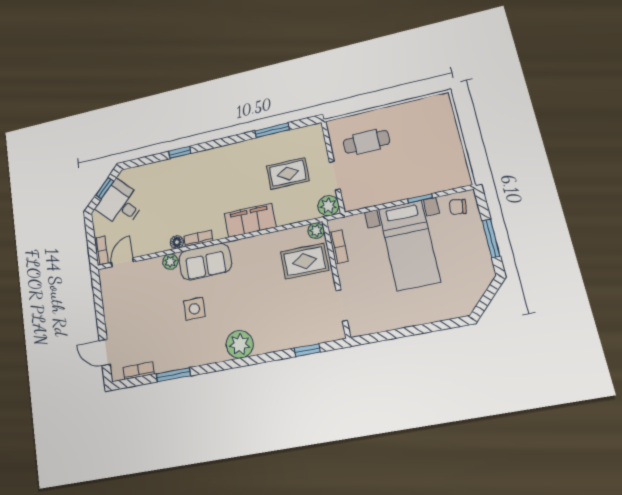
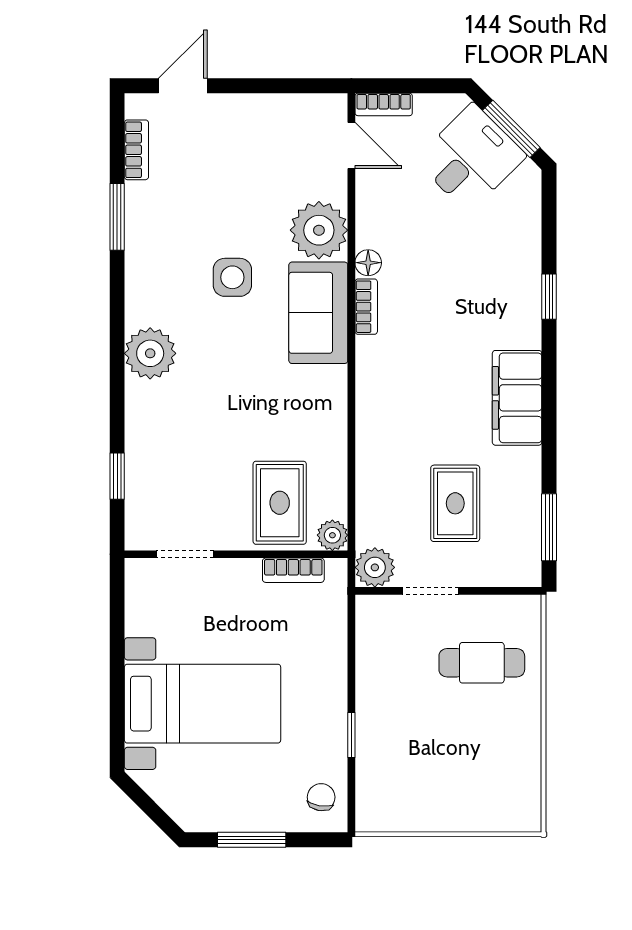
window: (272, 130) -> (549, 527), moved
cafe table: (366, 142) -> (482, 663), turned 90
window: (105, 188) -> (511, 129), width x1.50
filing cabinet: (250, 220) -> (517, 398), moved, turned 180
bed with nightstands: (409, 245) -> (203, 704), moved, turned 180
plant: (170, 262) -> (319, 230), width x1.88, depth x1.88

